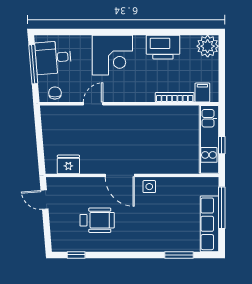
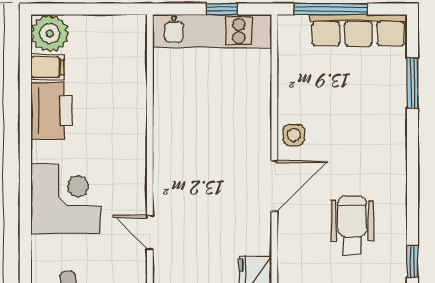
filing cabinet: (202, 93) -> (48, 67), moved, turned 180
bookcase: (175, 97) -> (139, 91), removed

